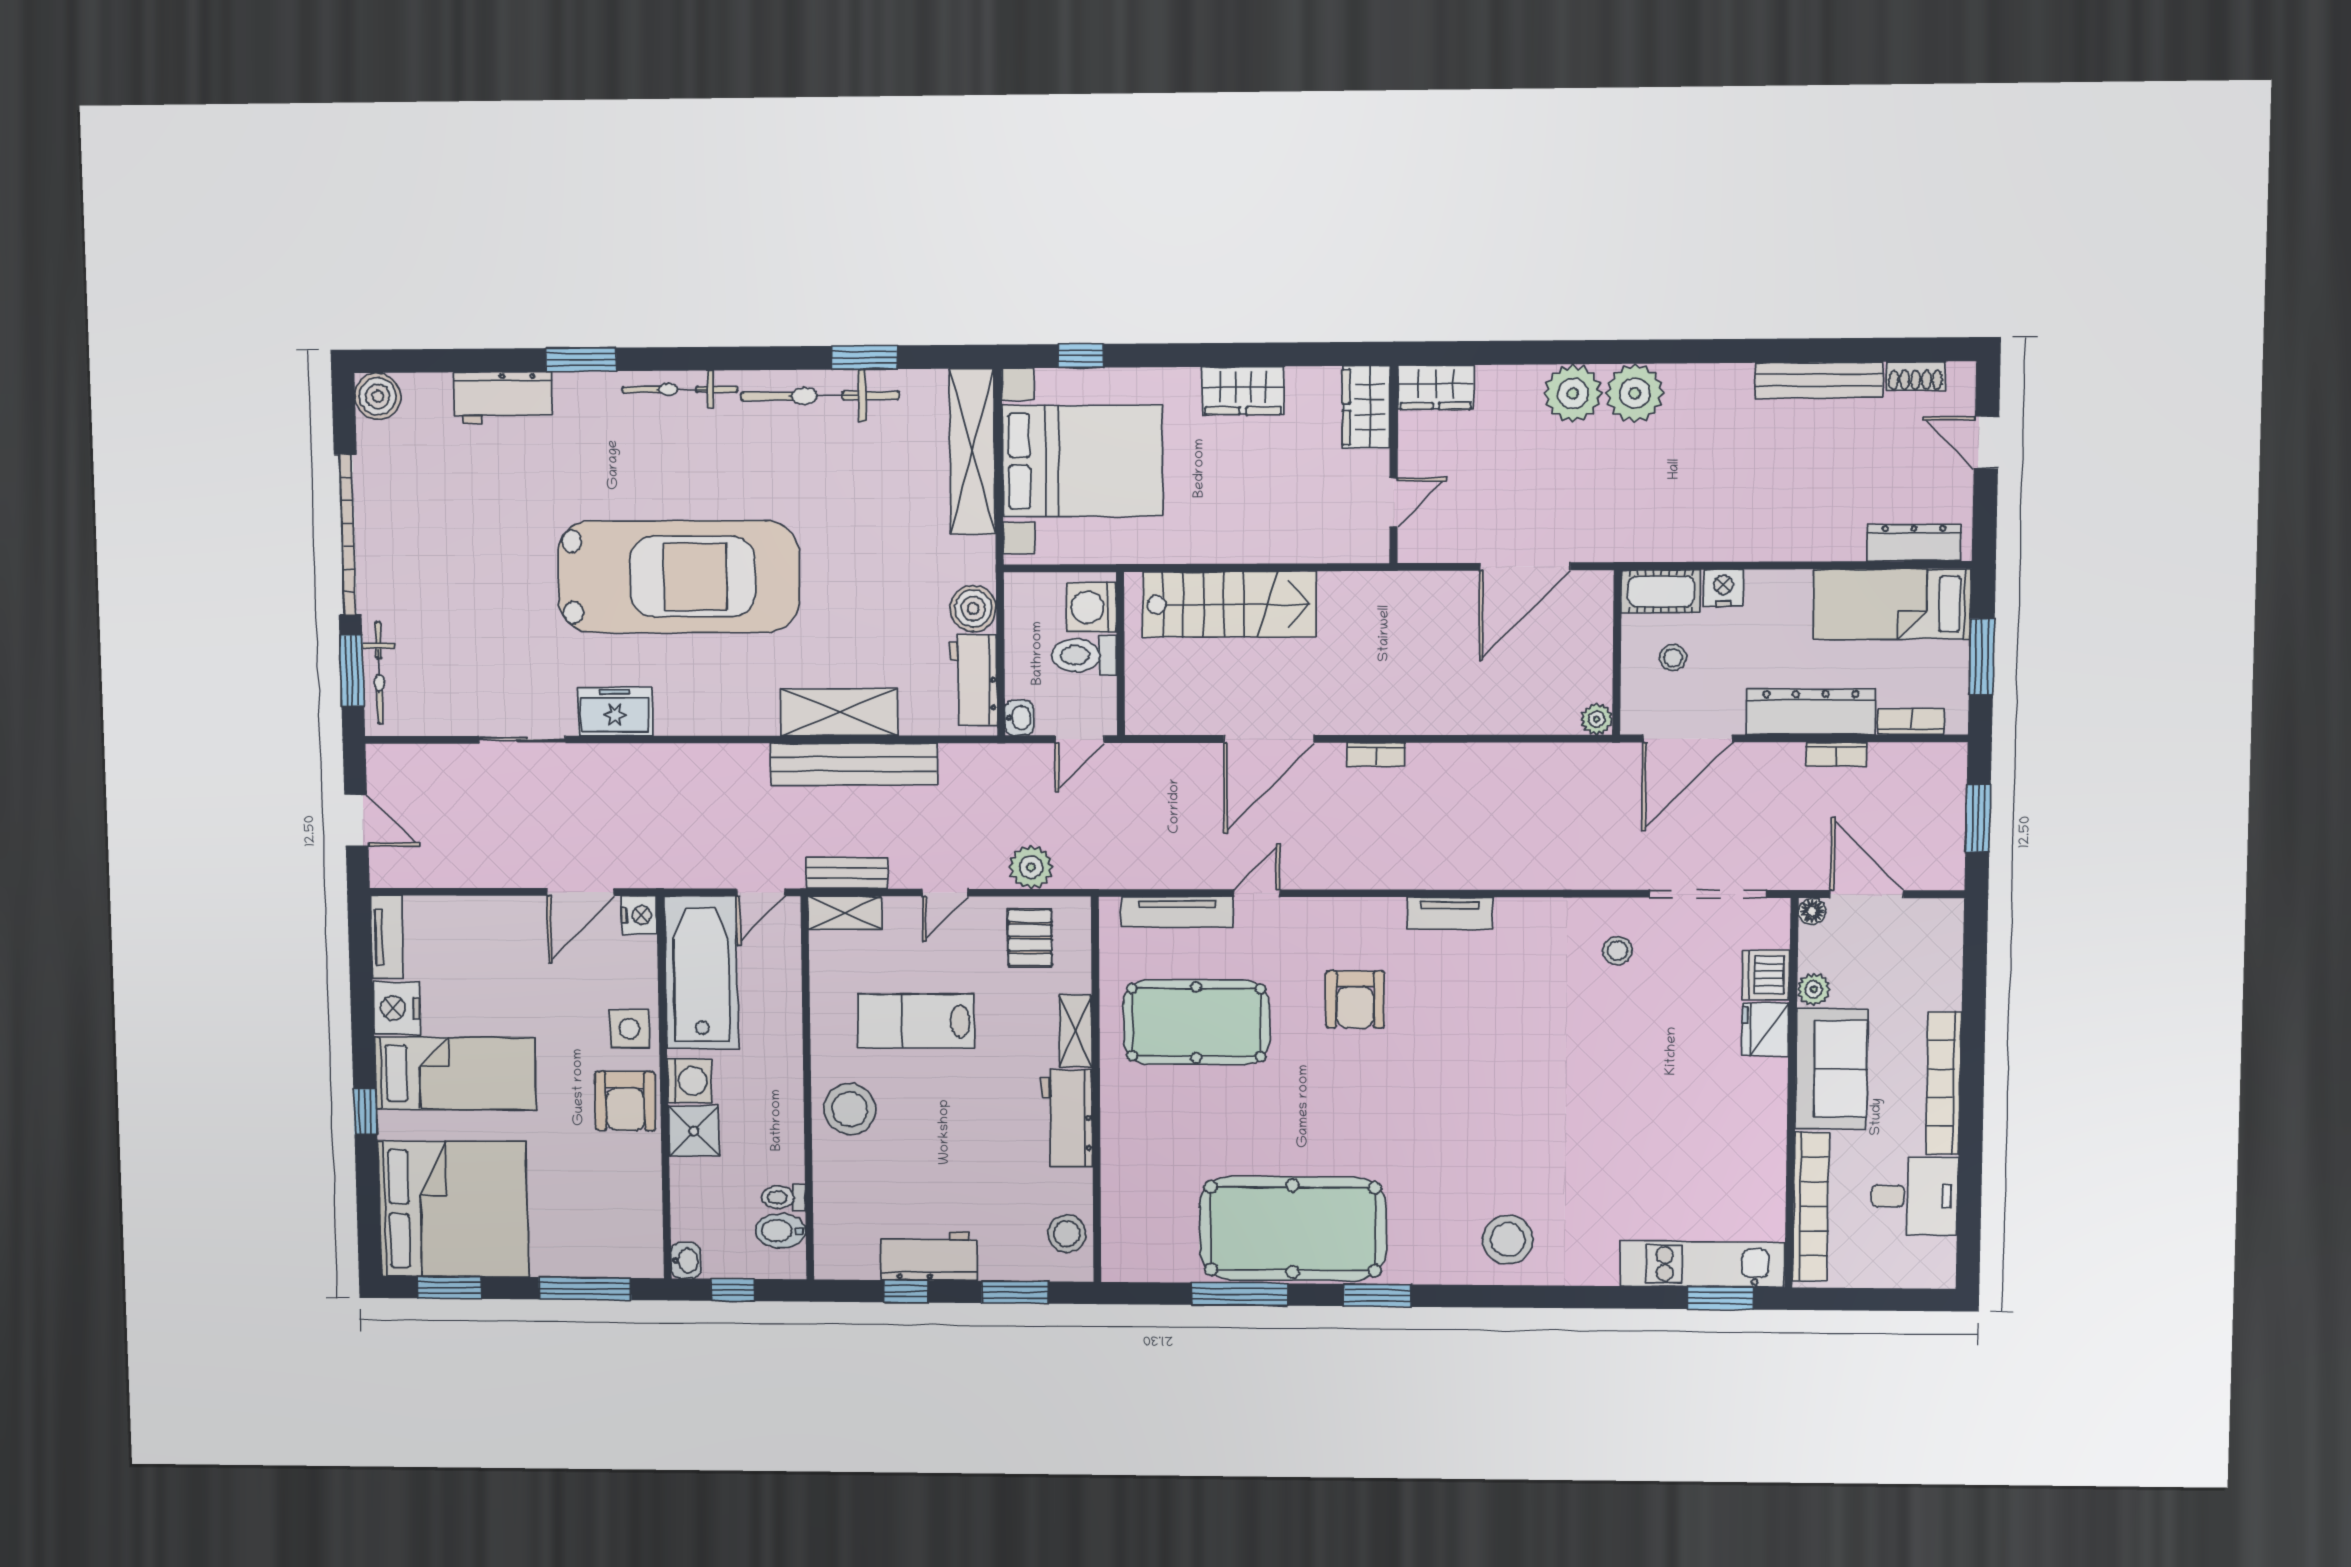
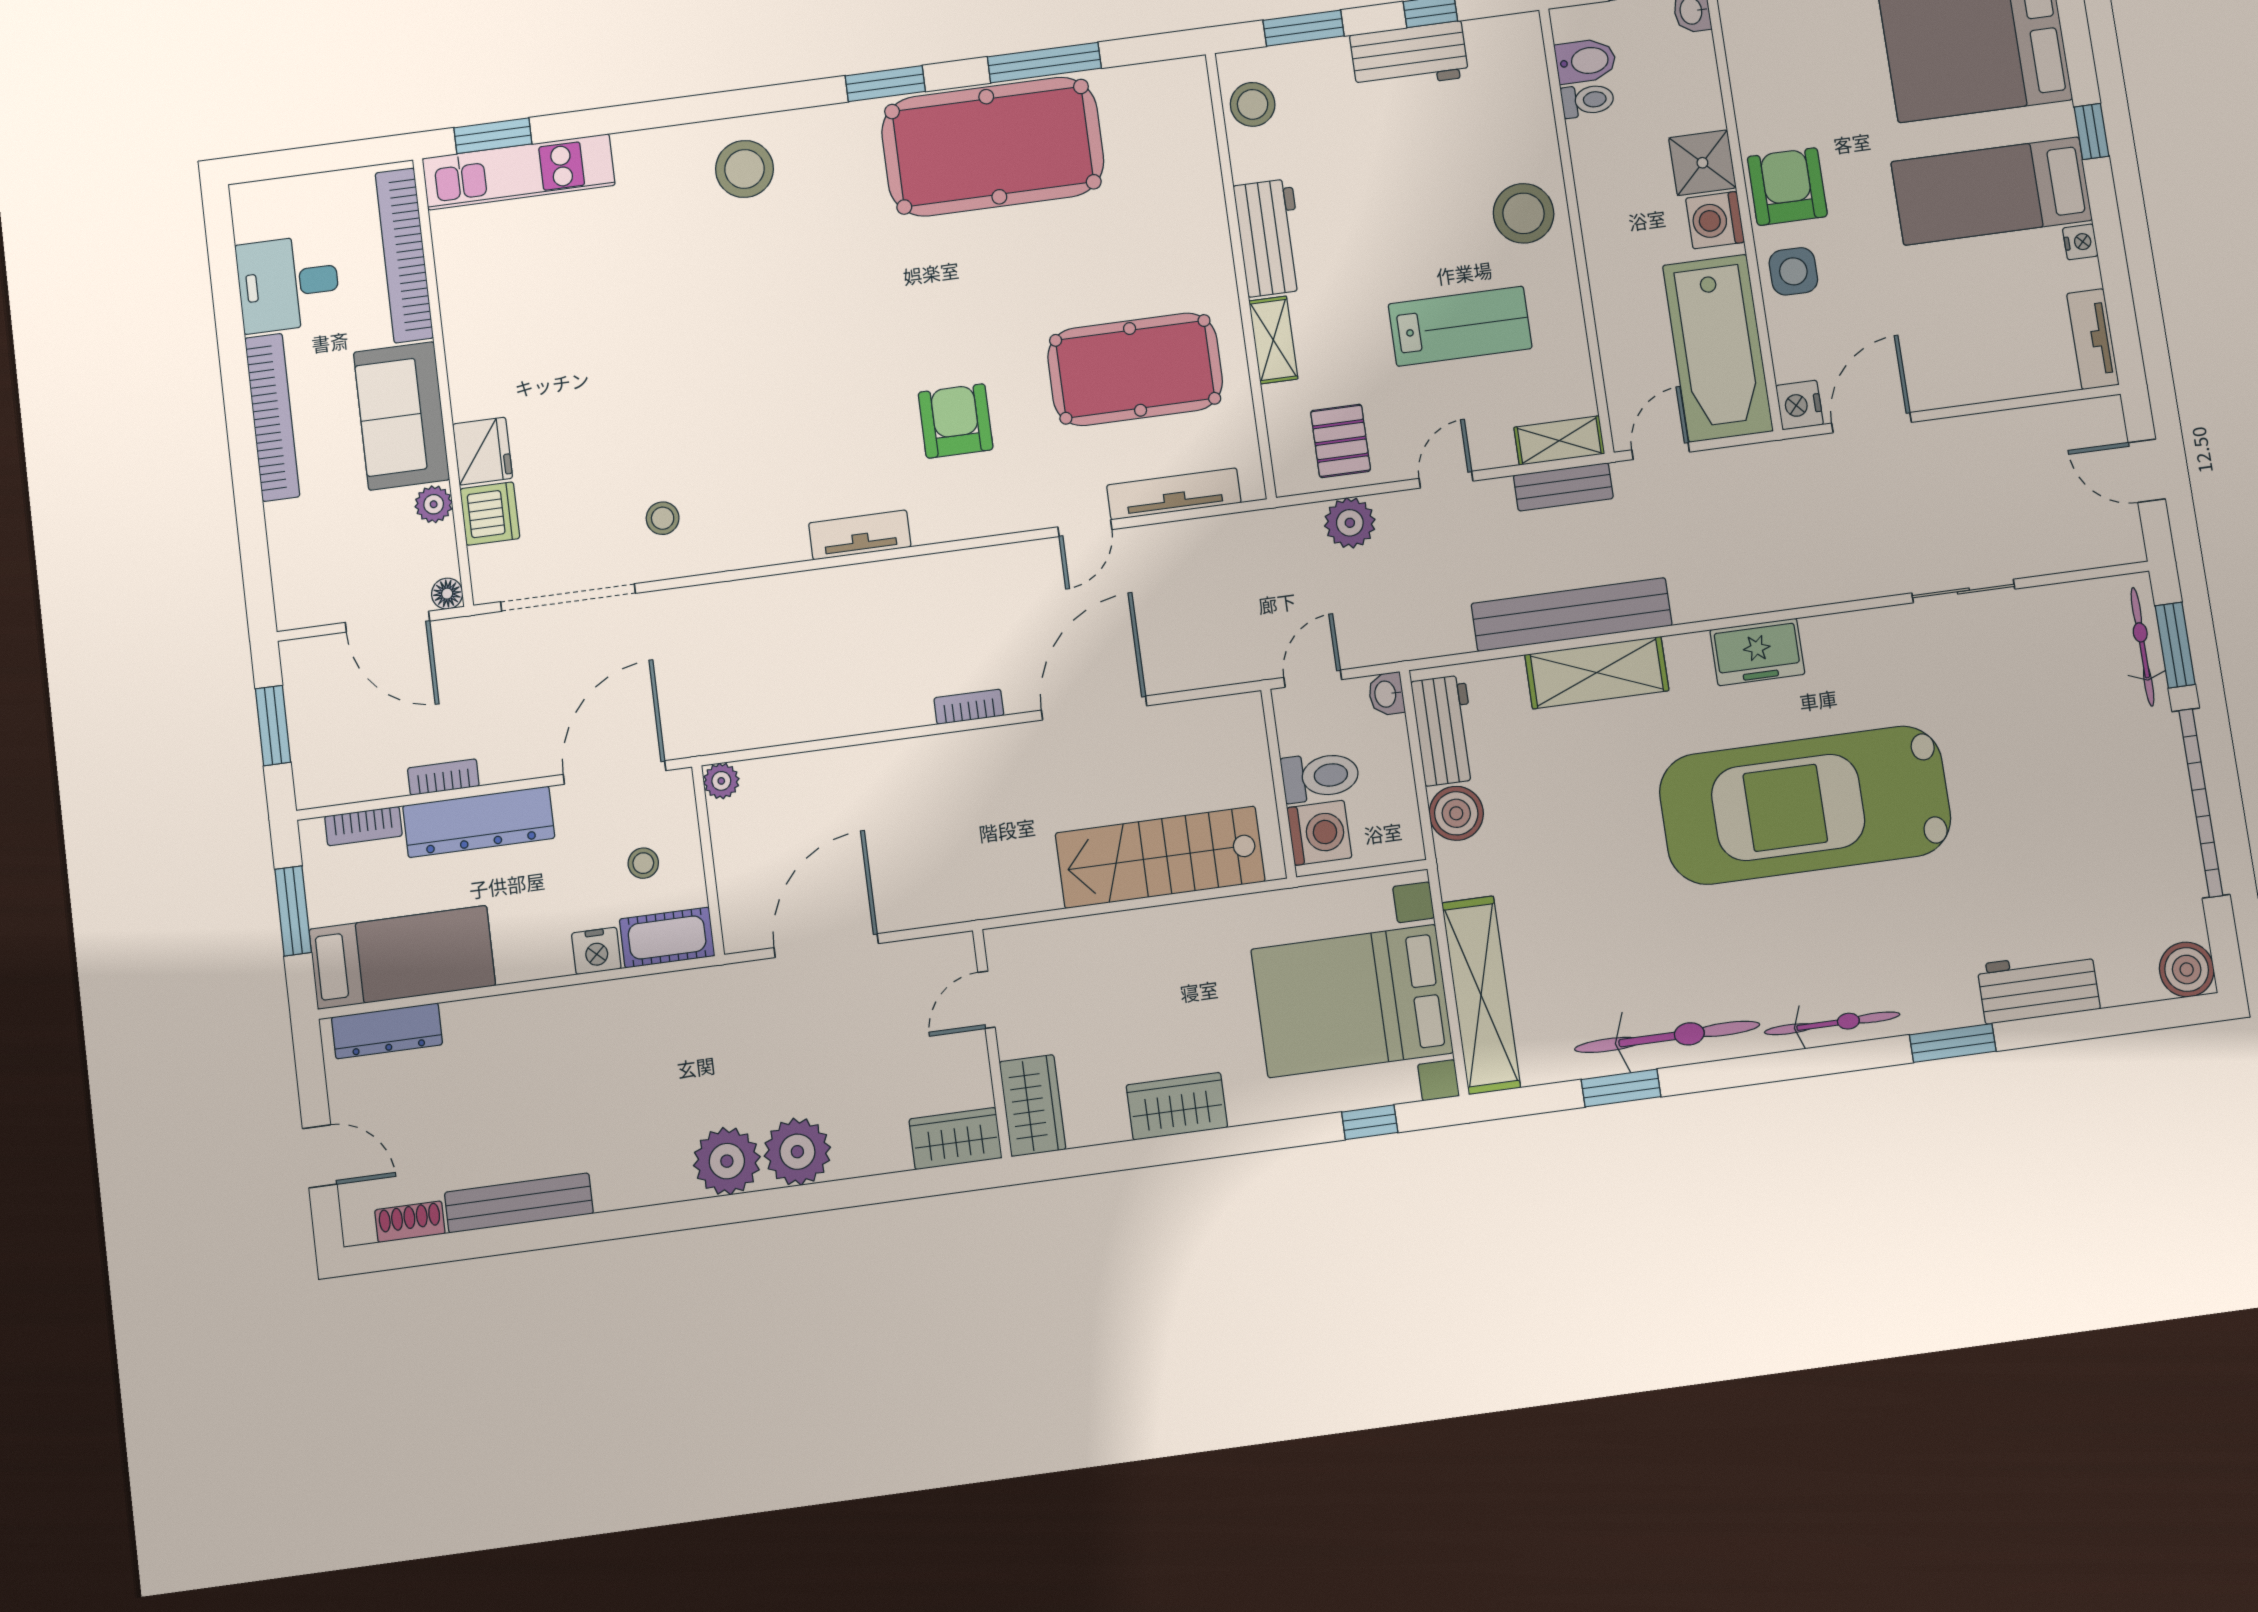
freezer: (615, 712) -> (1757, 652), moved
nightstand: (397, 1008) -> (2080, 242), width x0.53, depth x0.56

